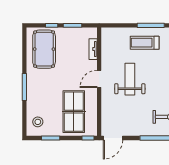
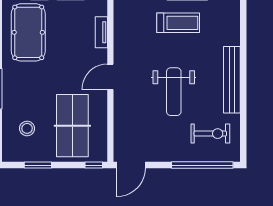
treadmill: (145, 43) -> (178, 23), turned 180
weight bench: (130, 79) -> (174, 92), moved, turned 180
stool: (38, 122) -> (27, 128), moved

